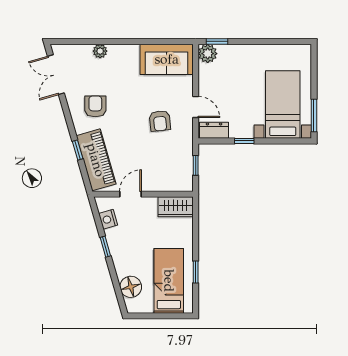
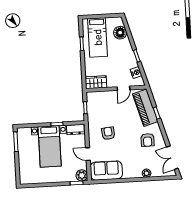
double door: (56, 75) -> (172, 158), swing flipped
bed with nightstands: (283, 105) -> (50, 146), moved
door: (196, 107) -> (88, 154), moved

